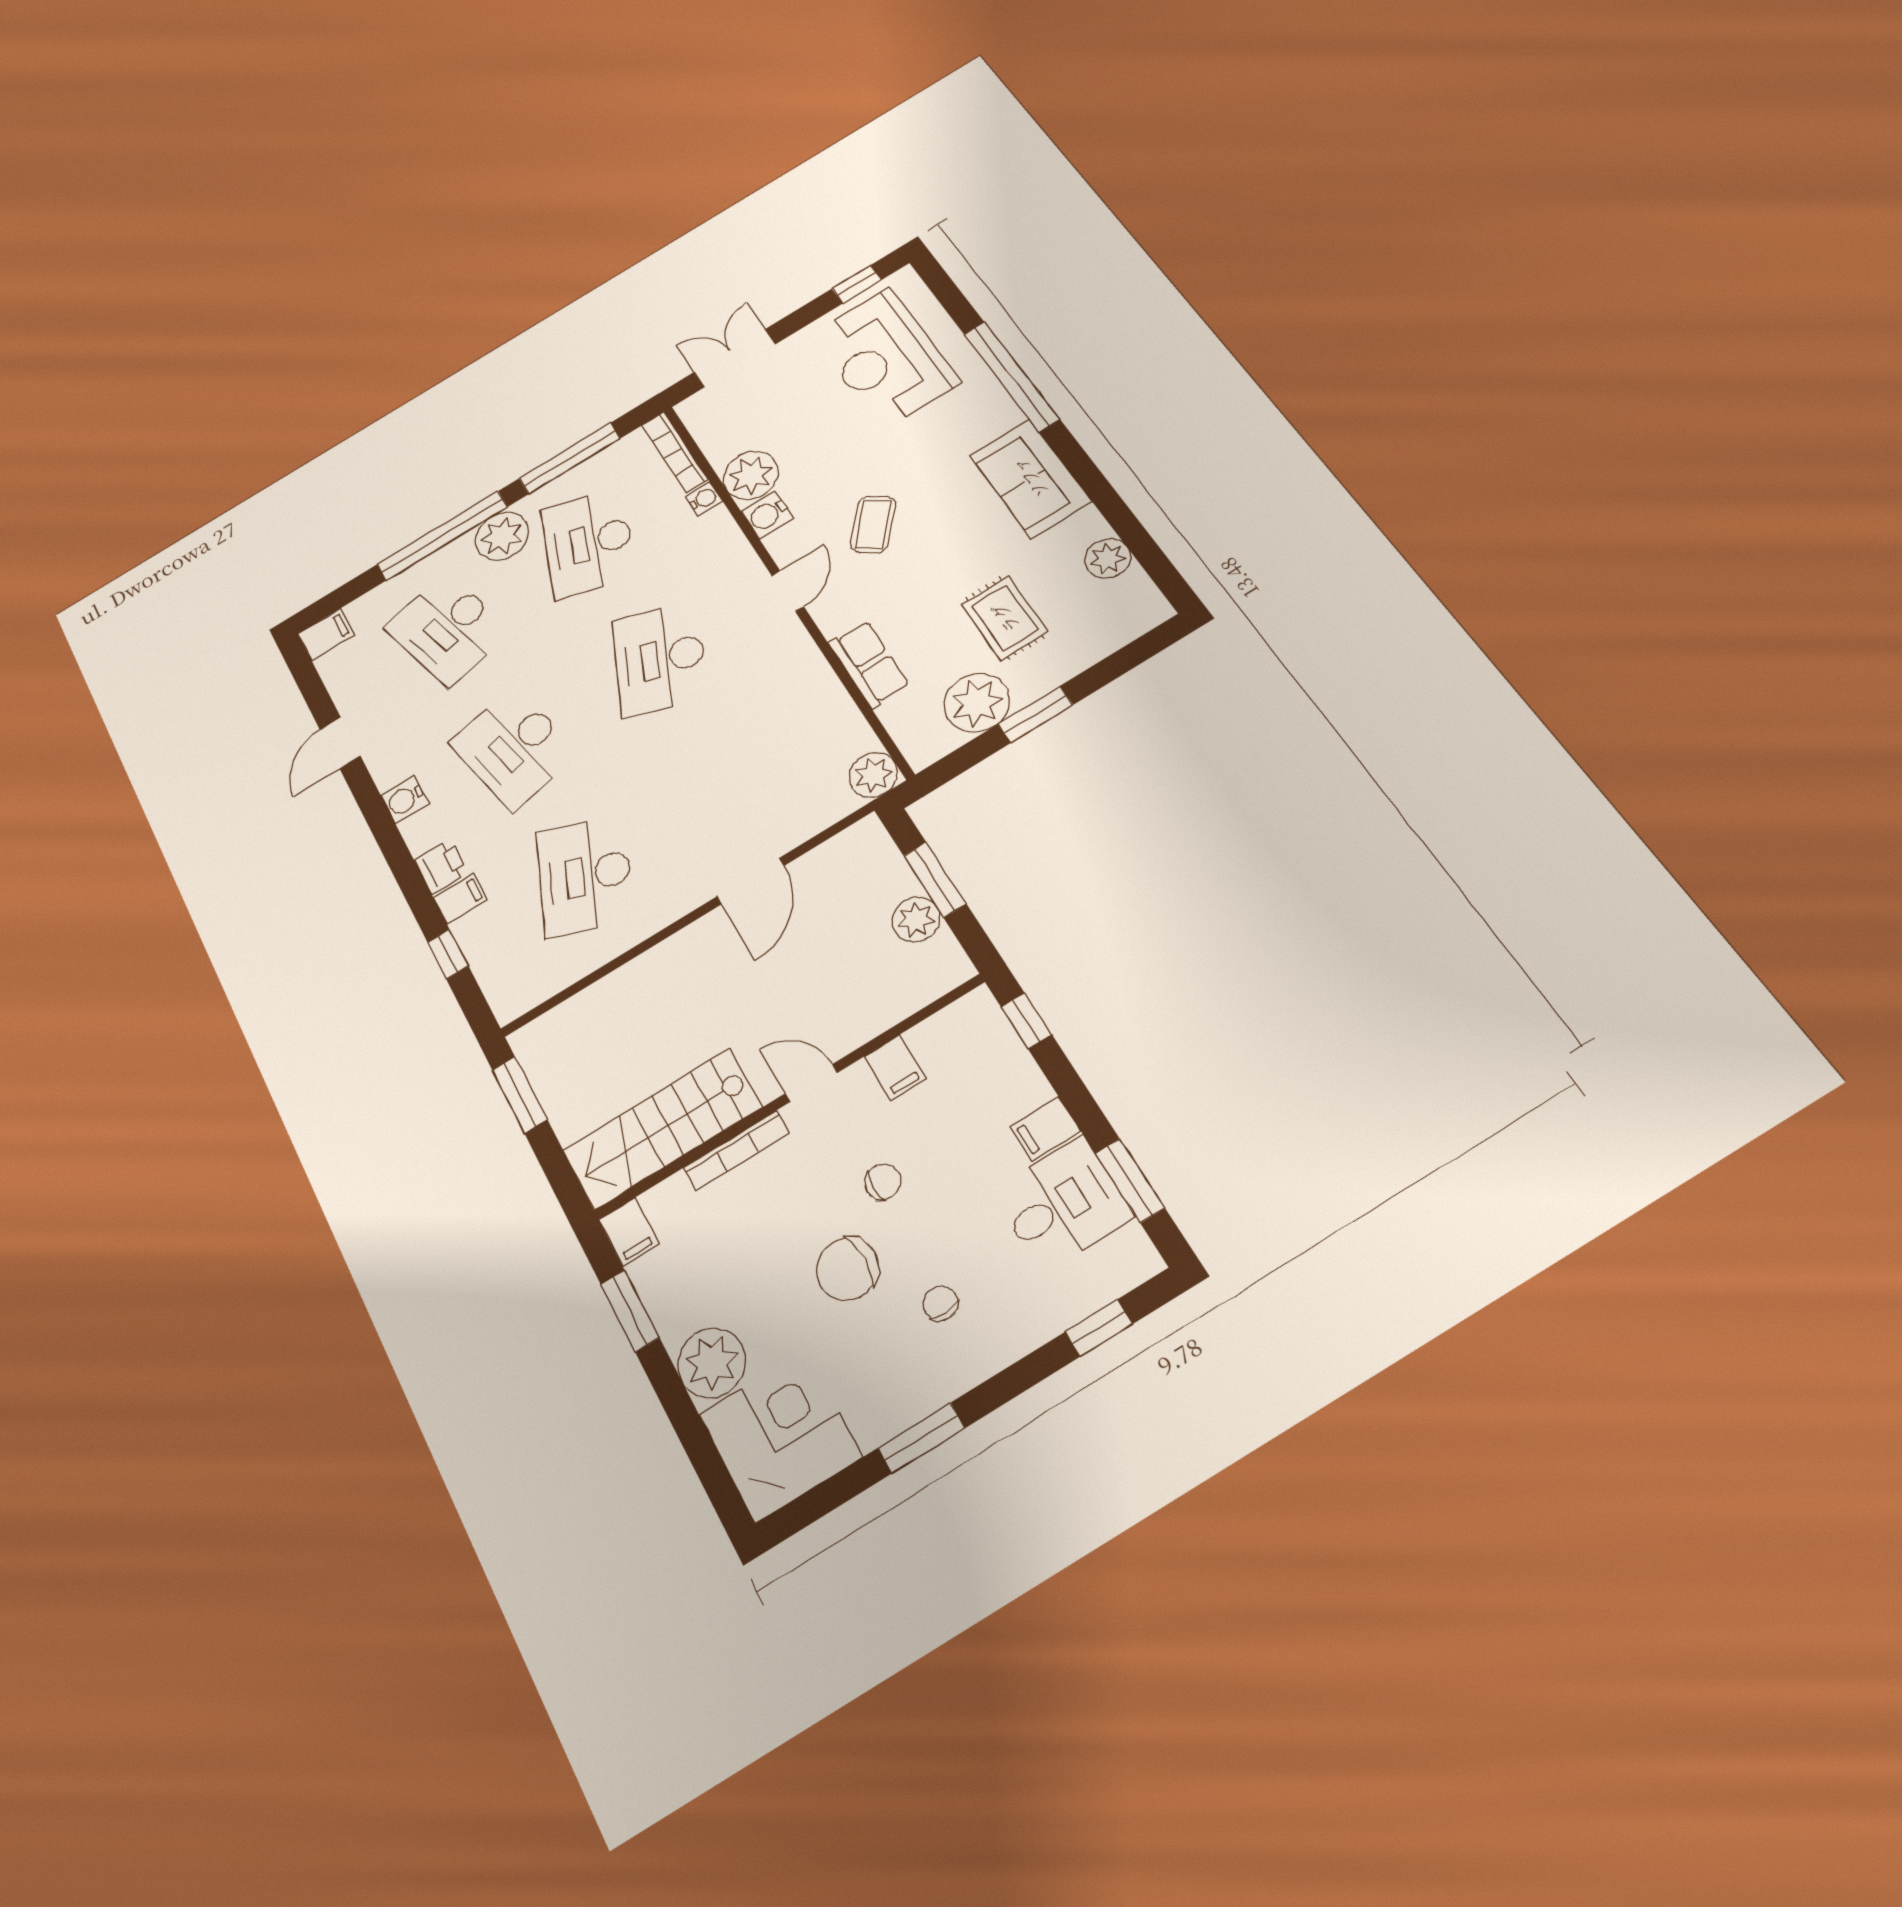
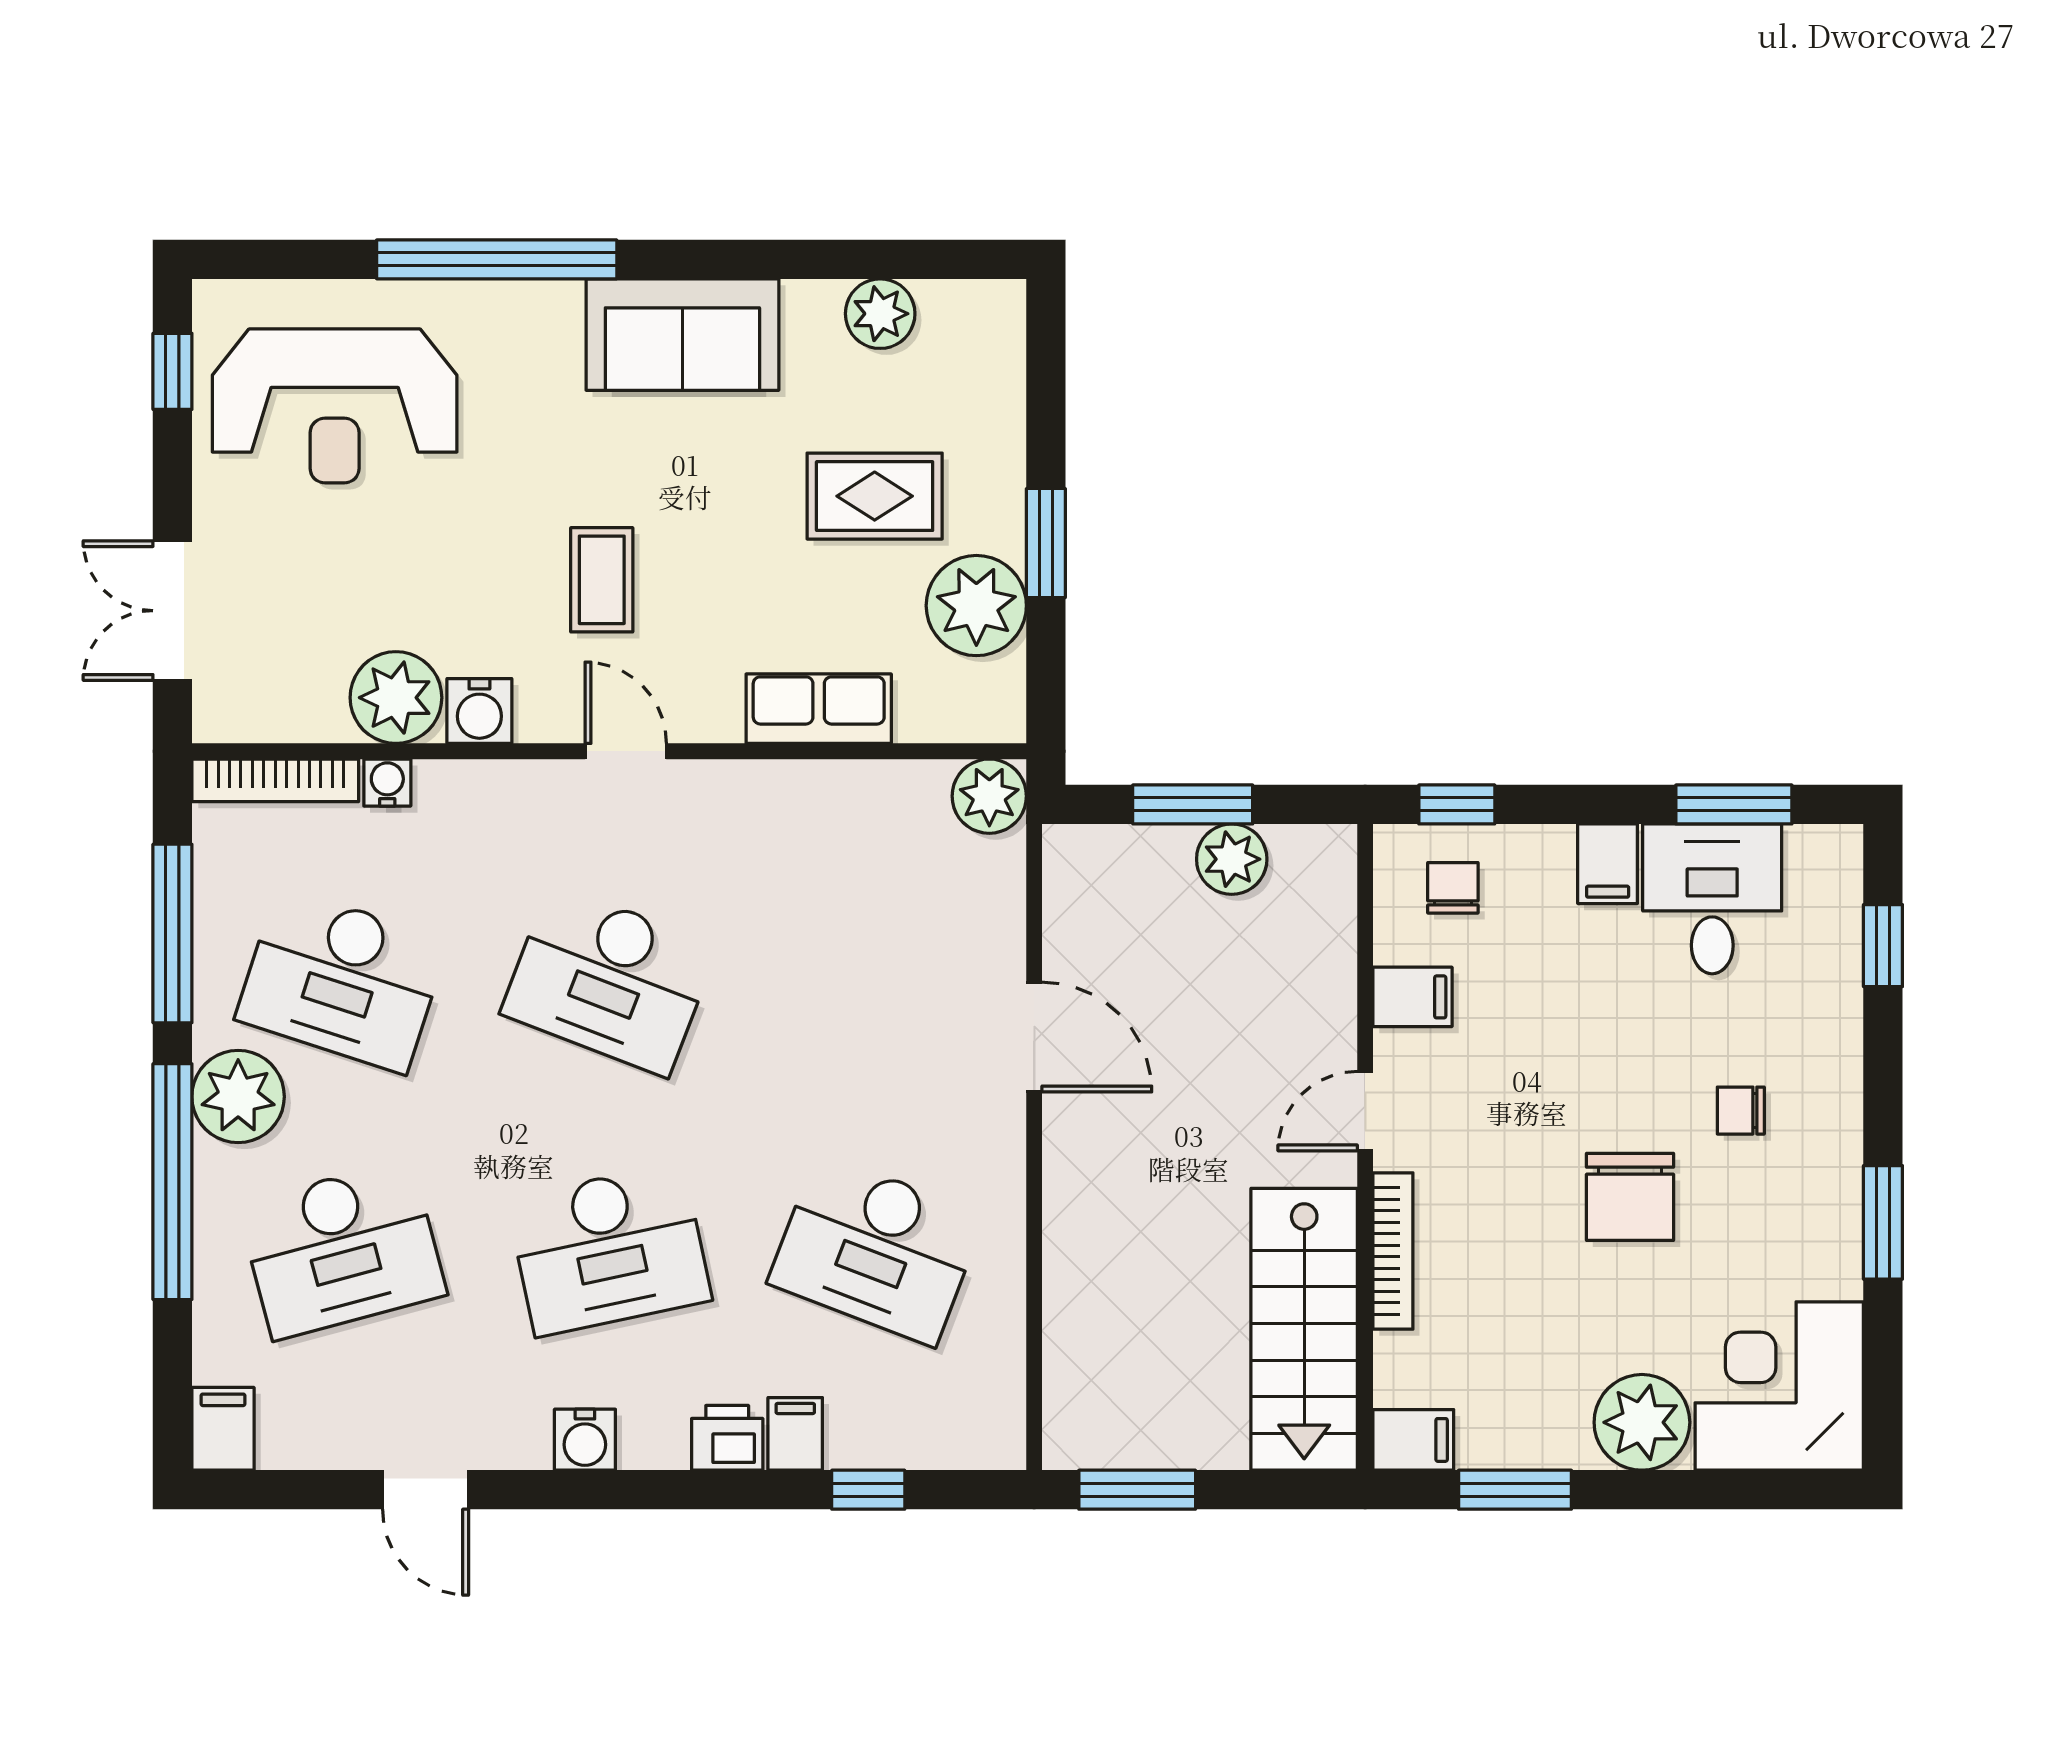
coffee table: (873, 524) -> (602, 580), turned 51
chair: (883, 1182) -> (1453, 888), moved

